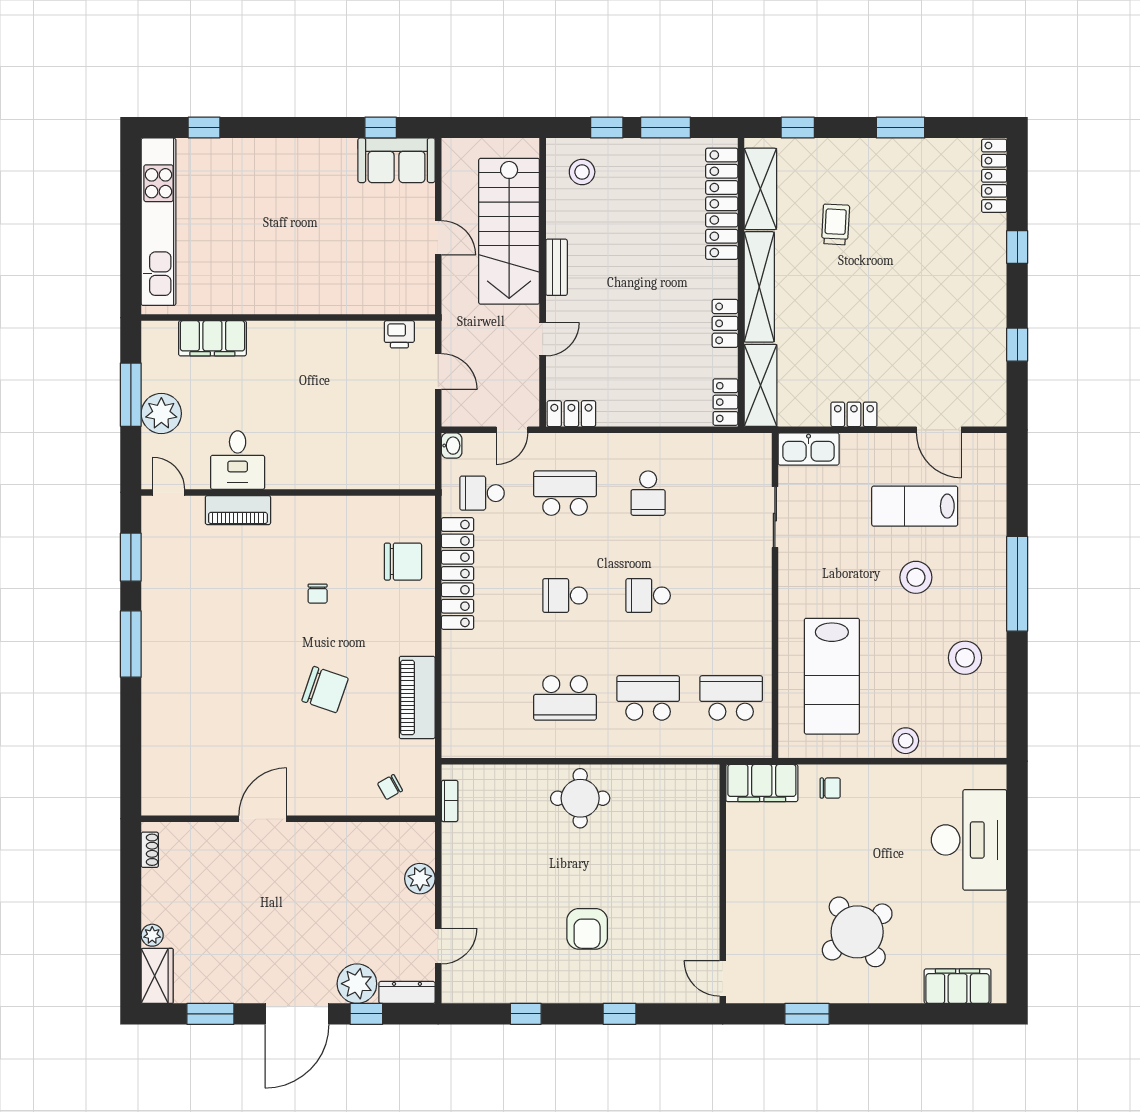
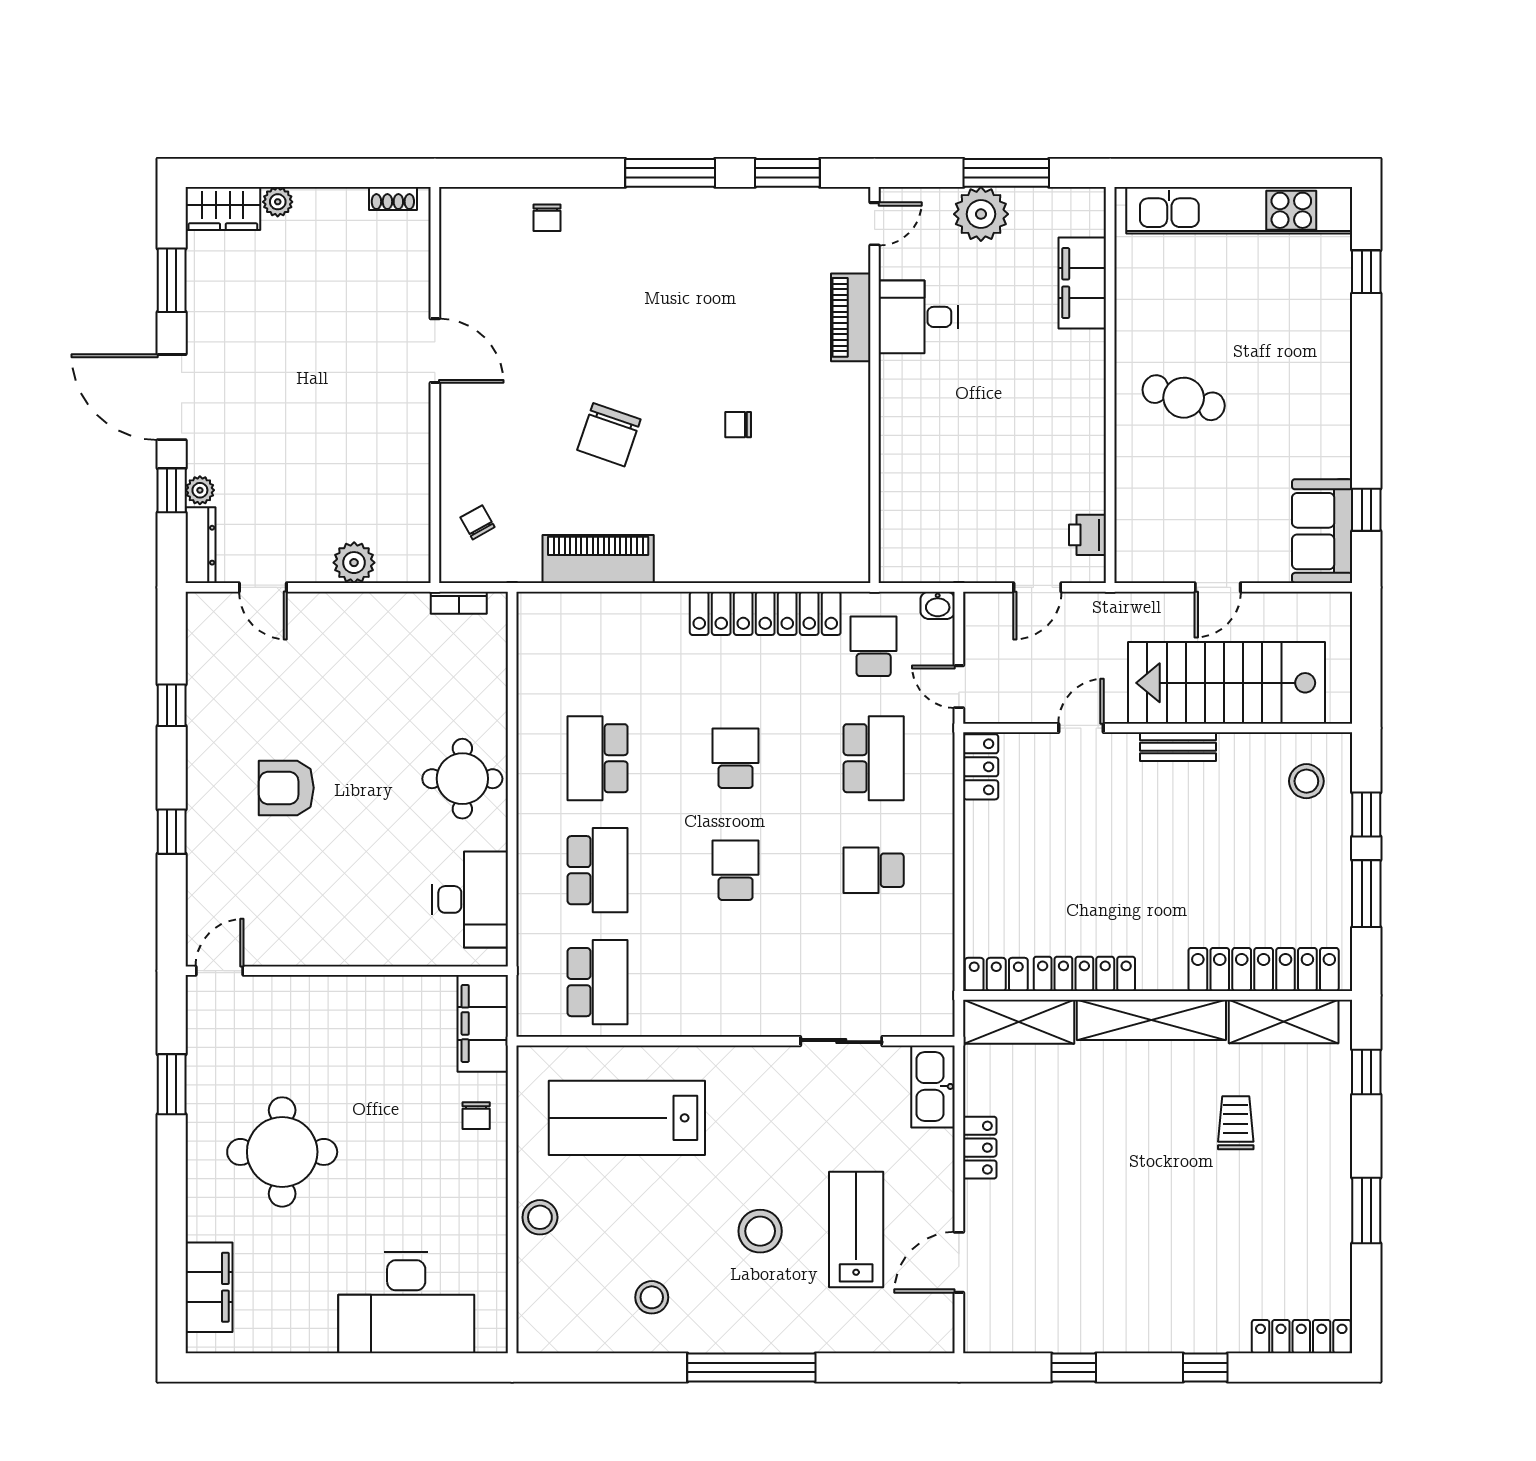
trolley: (835, 224) -> (1236, 1123), turned -93
cafe table: (298, 263) -> (1184, 398), added
locker: (725, 323) -> (1084, 974), width x1.53
door: (543, 339) -> (1081, 728), swing flipped
chair: (403, 562) -> (547, 218), moved, width x0.54, depth x0.54
stool: (965, 658) -> (652, 1297), width x0.73, depth x0.73
desk: (670, 792) -> (470, 899), added
round table: (857, 932) -> (282, 1152), turned 36
plant: (357, 984) -> (200, 490), width x0.53, depth x0.53

